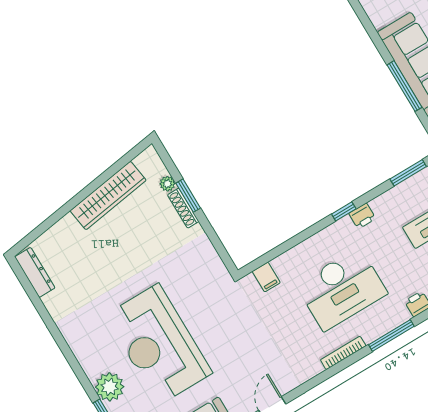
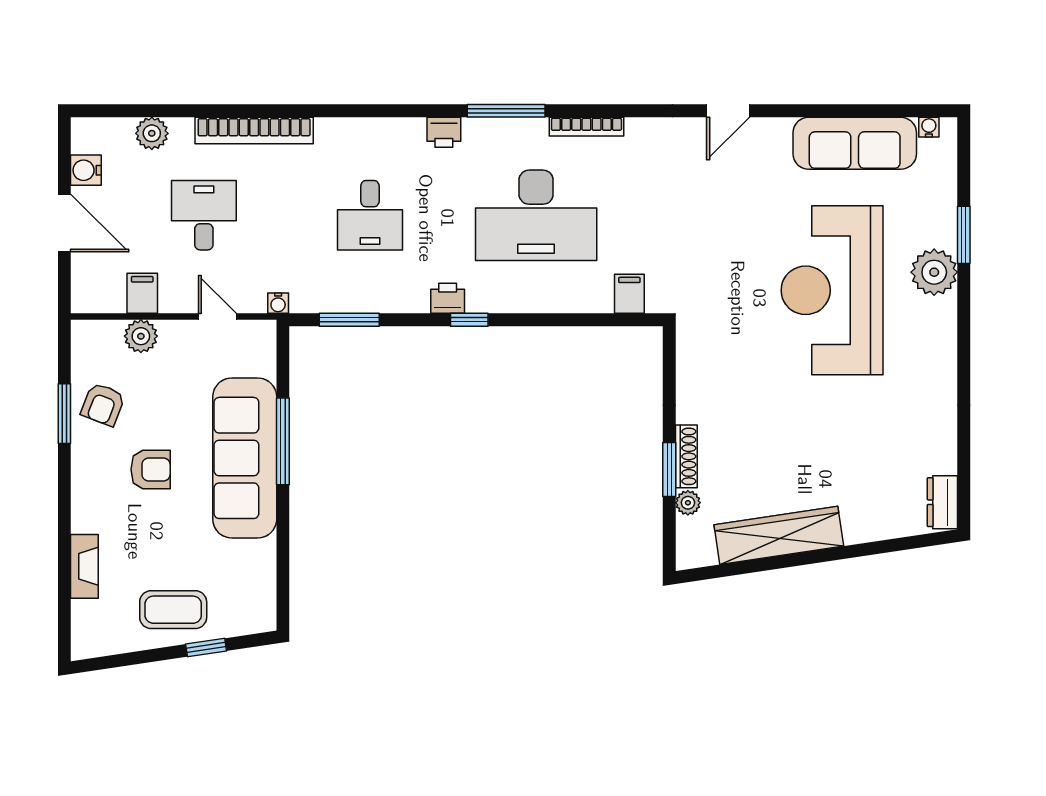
dresser: (35, 272) -> (942, 502), width x0.70
desk: (342, 289) -> (536, 215), turned 180
reception desk: (159, 344) -> (832, 290), turned 180

